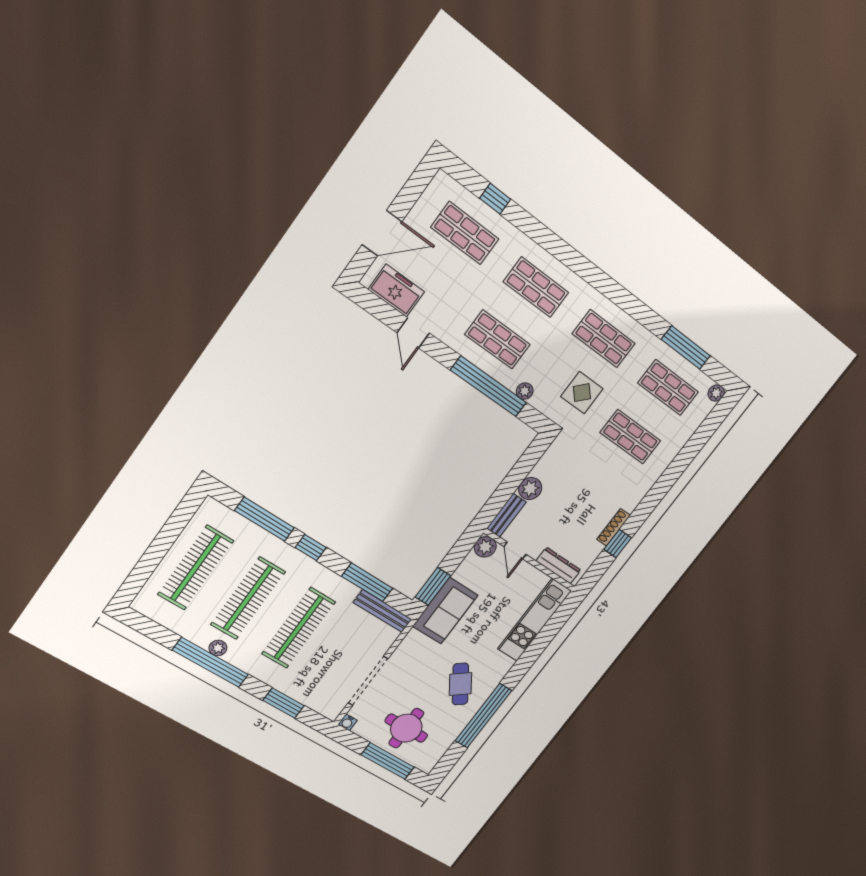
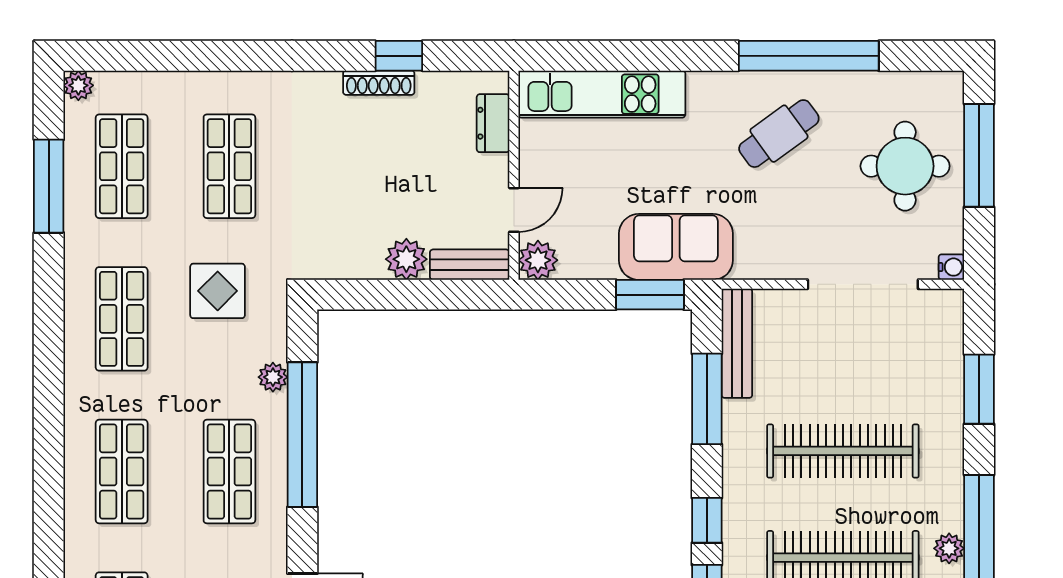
dresser: (558, 566) -> (493, 123), width x0.70

